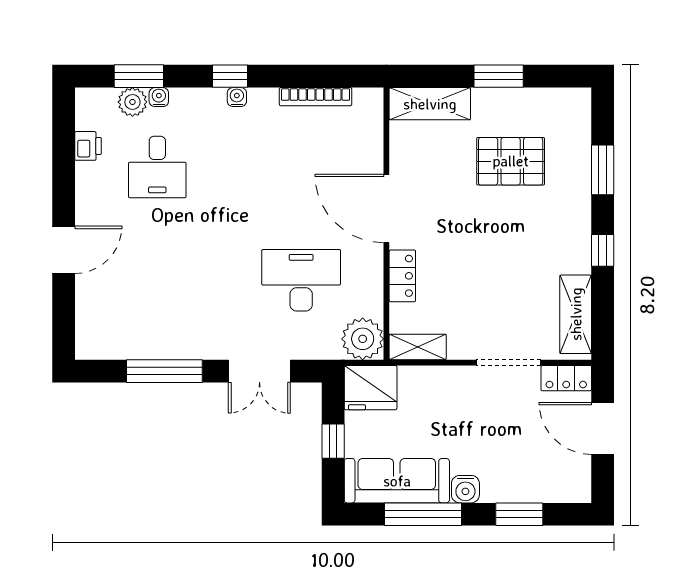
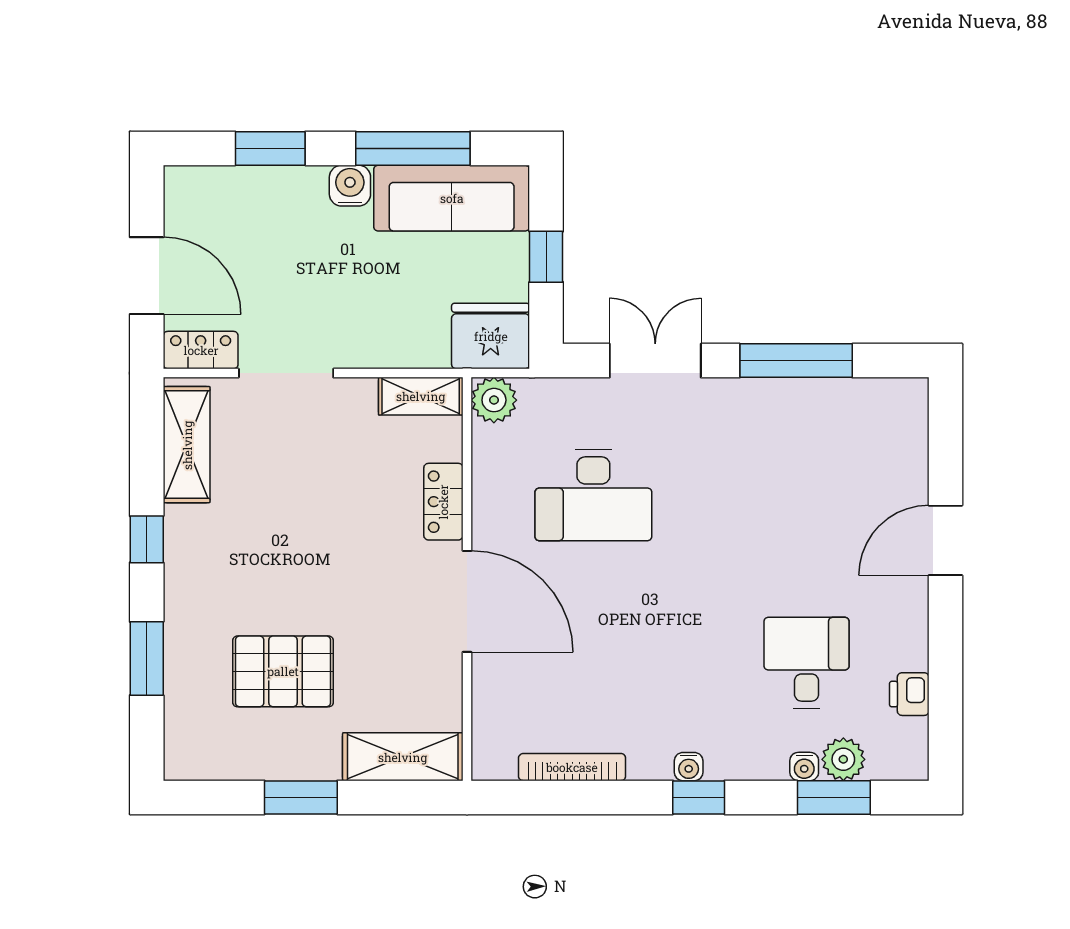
plant: (363, 339) -> (494, 400), width x0.73, depth x0.73

